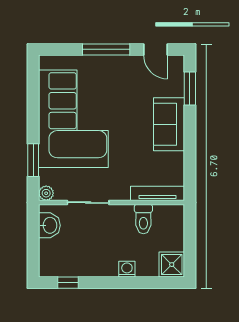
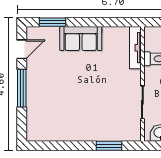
corner sofa: (73, 119) -> (76, 114), removed
plant: (46, 193) -> (135, 136), removed

